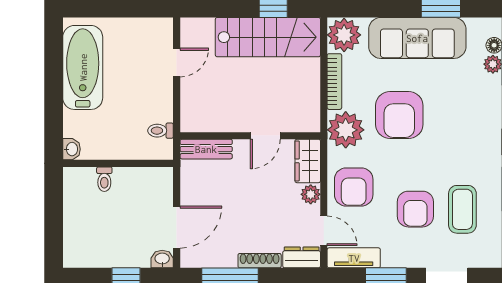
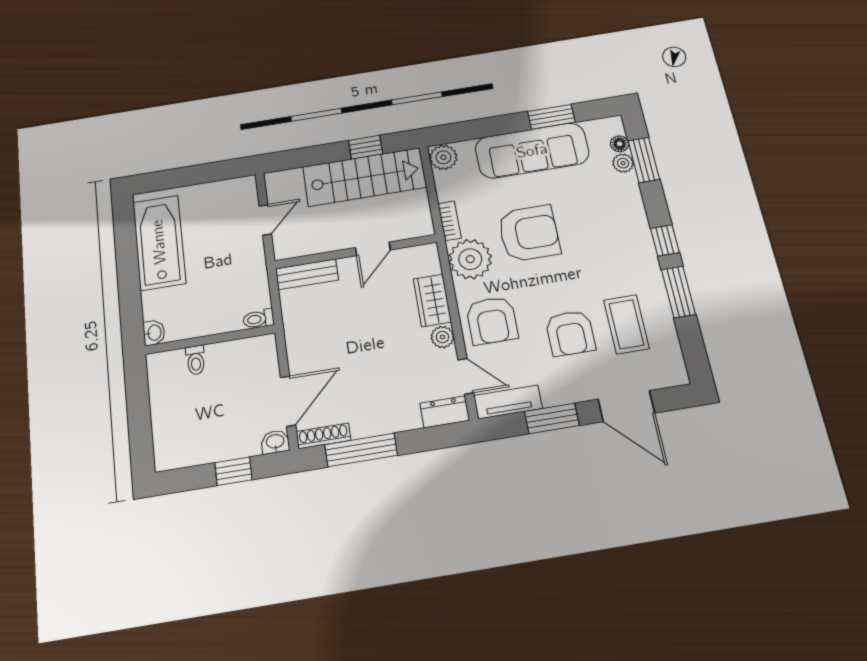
plant: (344, 35) -> (443, 157), width x0.73, depth x0.73
bookcase: (334, 82) -> (450, 221), width x0.64
armchair: (399, 115) -> (529, 233), turned -90
toilet: (161, 131) -> (258, 319), moved
wall: (250, 136) -> (356, 252), moved
door: (265, 136) -> (373, 249), moved
bench: (206, 149) -> (307, 274), moved
shoe rack: (260, 261) -> (323, 436), moved

